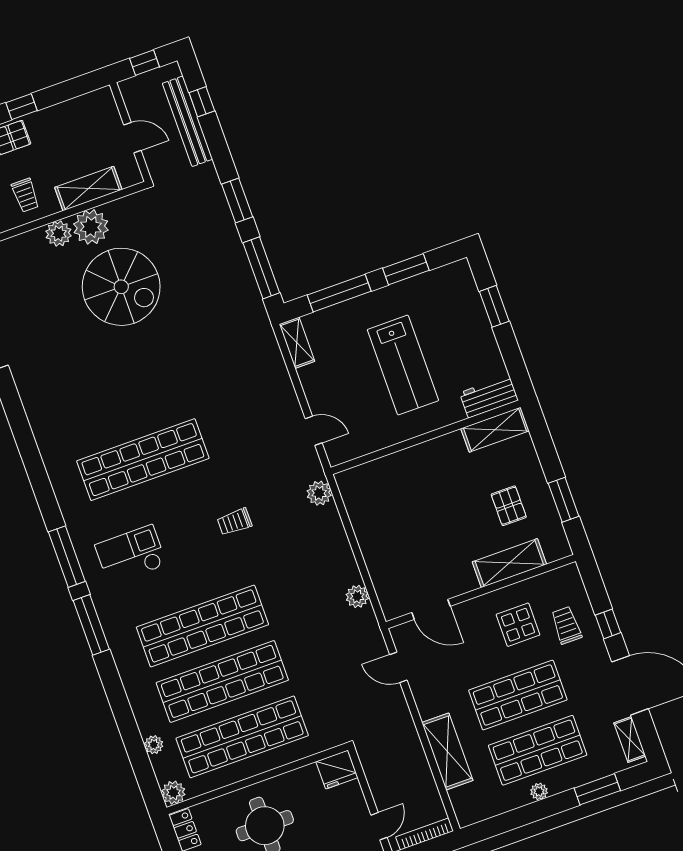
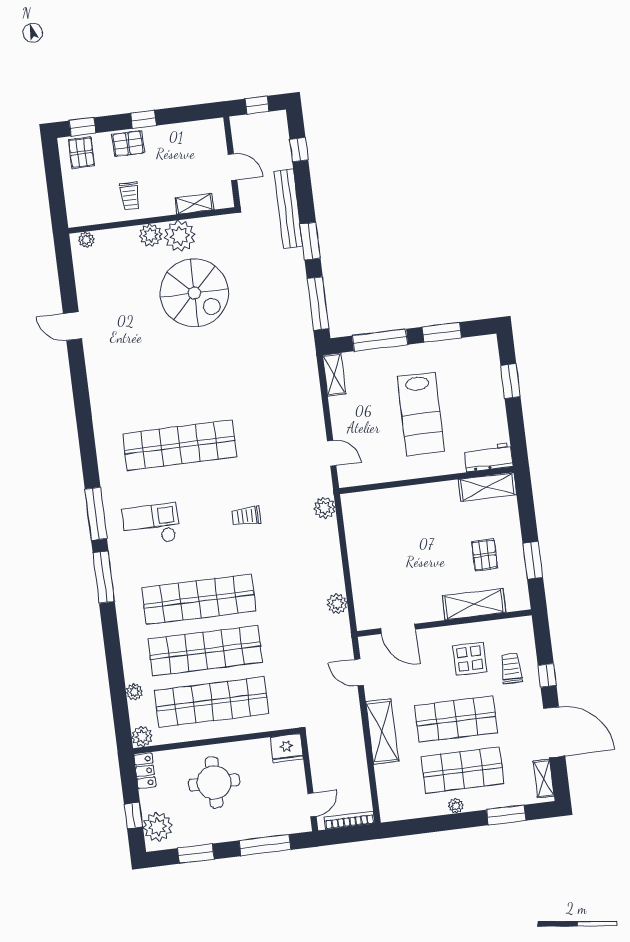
bench: (188, 121) -> (288, 209), moved
shelving: (88, 188) -> (194, 204), width x0.67, depth x0.75
shelving: (447, 752) -> (382, 731), moved

